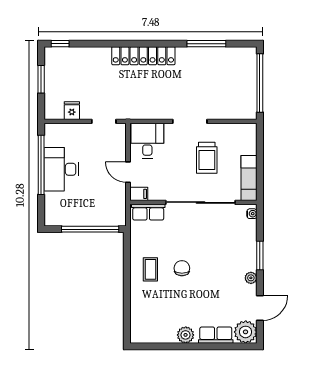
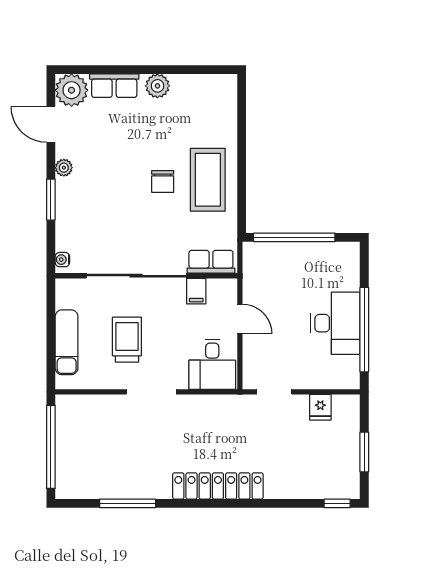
exam couch: (249, 178) -> (67, 342), moved
filing cabinet: (139, 194) -> (196, 291), moved, turned -90
coffee table: (150, 269) -> (208, 180), width x1.86, depth x1.72
door: (260, 308) -> (51, 124), hinge flipped

